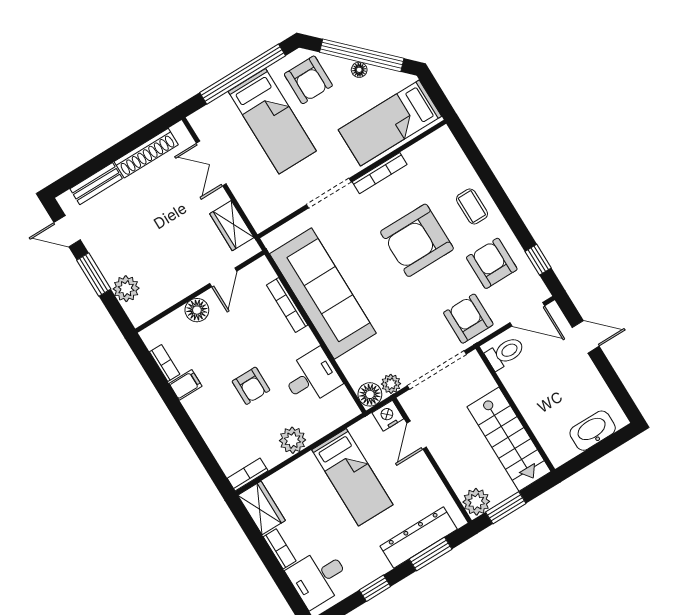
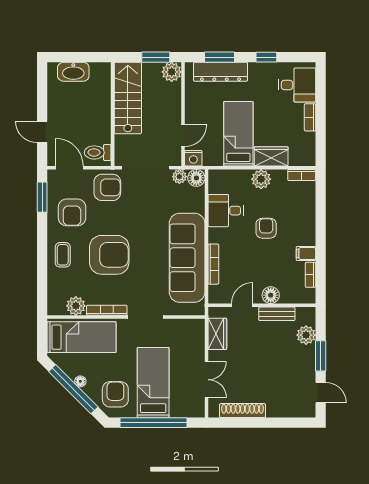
plant: (419, 156) -> (76, 306), added
bench: (96, 184) -> (277, 314), moved
window: (538, 260) -> (42, 197), width x1.50
armchair: (468, 319) -> (107, 187), turned -90
wardrobe: (261, 508) -> (271, 156), moved, turned 90

